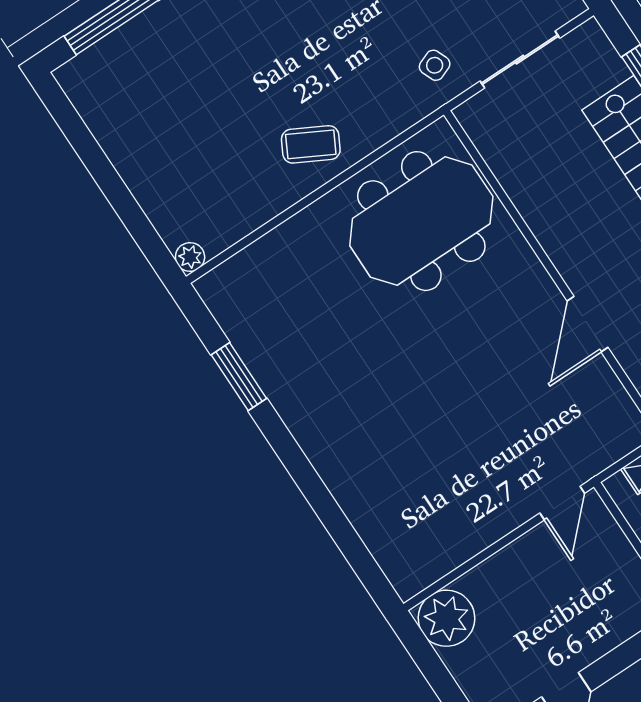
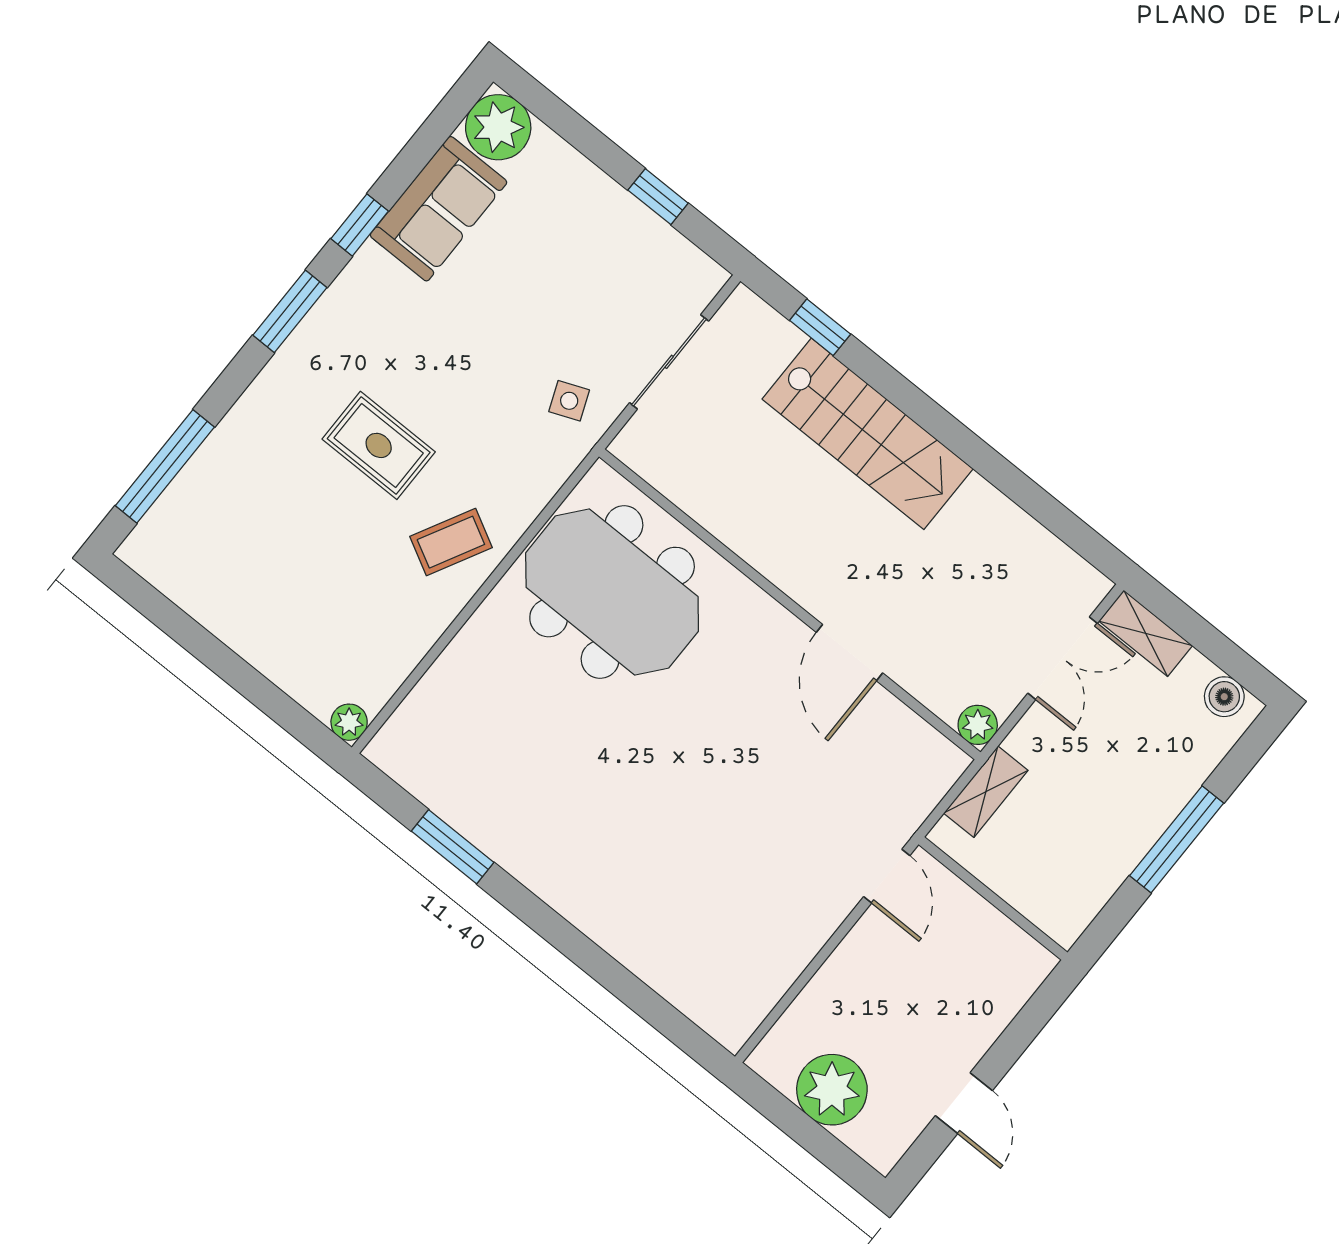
rug: (279, 54) -> (379, 445), added
meeting table: (421, 221) -> (612, 592), turned 90
plant: (446, 618) -> (832, 1090), moved

